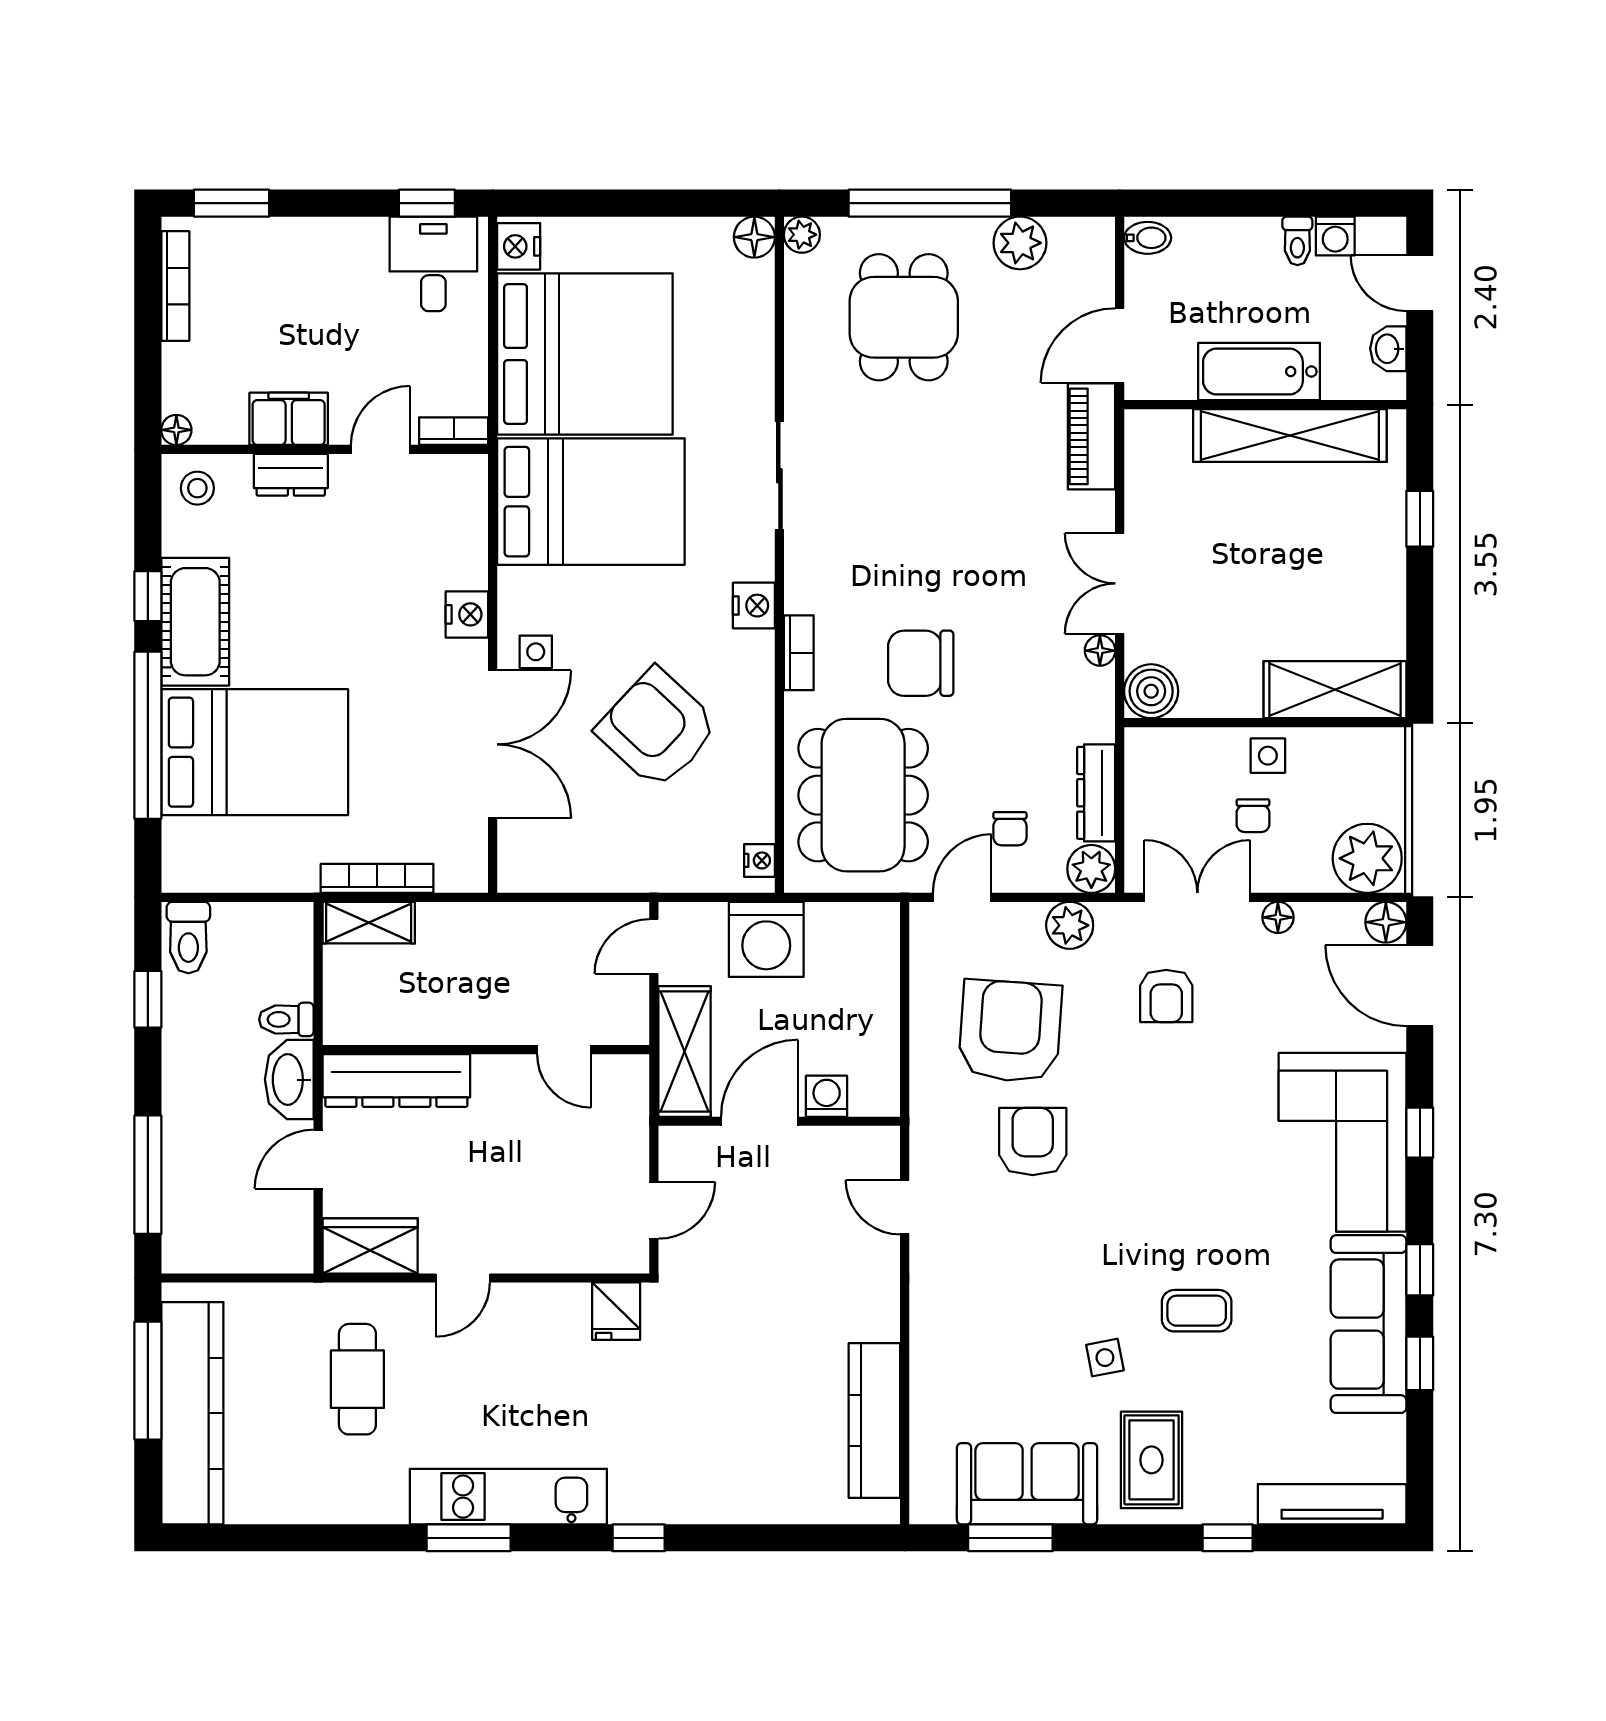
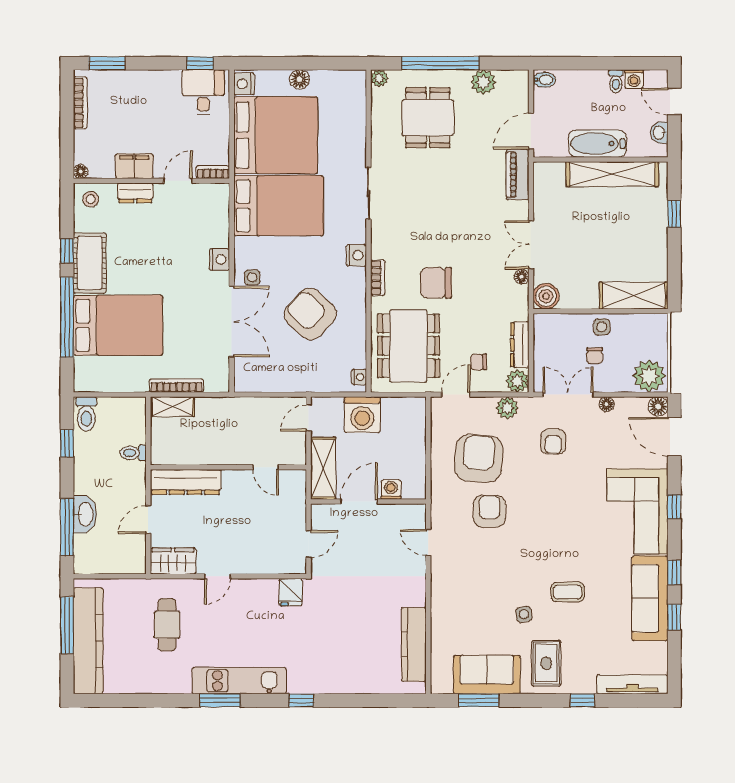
floor lamp: (754, 237) -> (299, 79), moved
chair: (1010, 829) -> (479, 362), turned 90
washbasin: (289, 1080) -> (85, 514), moved, turned 180

